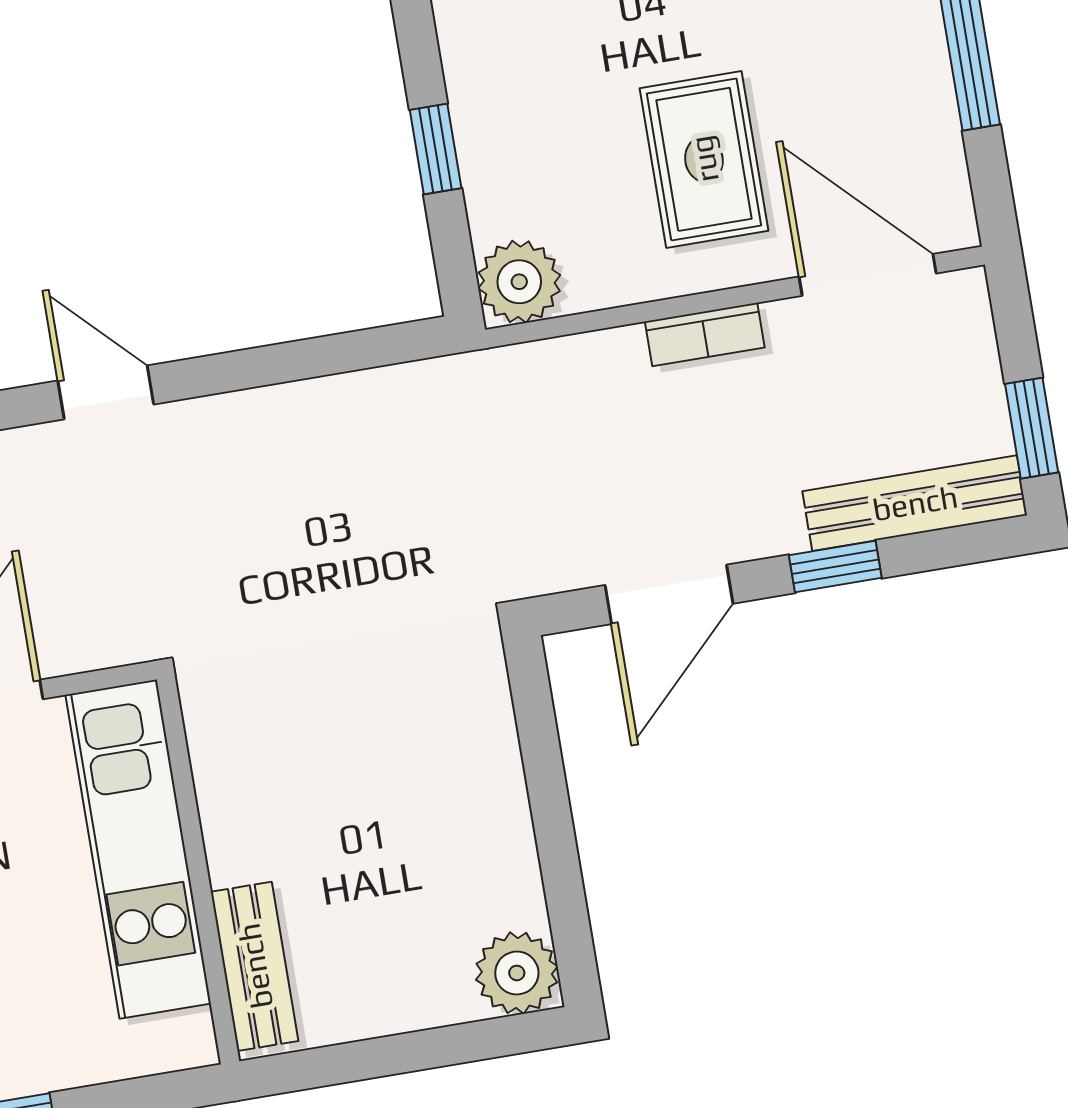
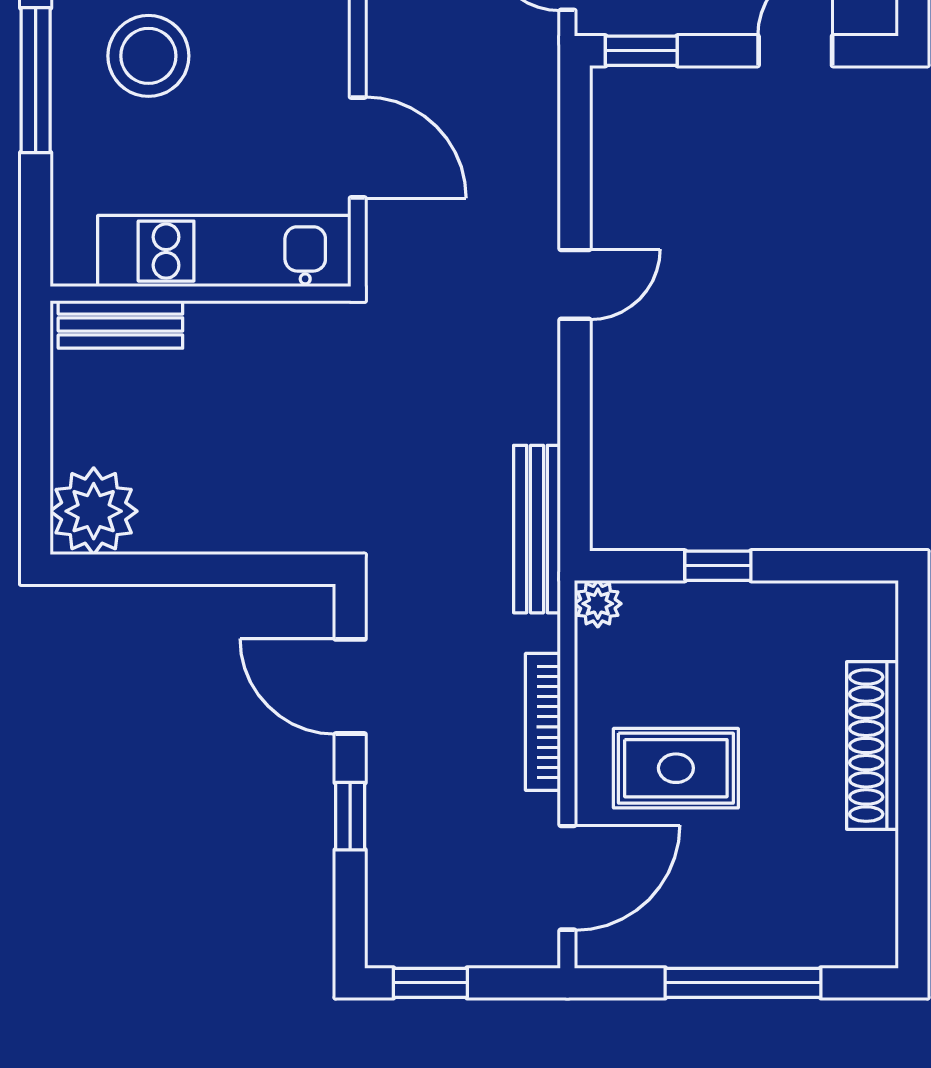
plant: (519, 282) -> (598, 604), width x0.73, depth x0.73
bookcase: (705, 334) -> (543, 722), width x1.56
bench: (915, 503) -> (537, 529), moved
plant: (517, 973) -> (94, 511), width x1.36, depth x1.36

